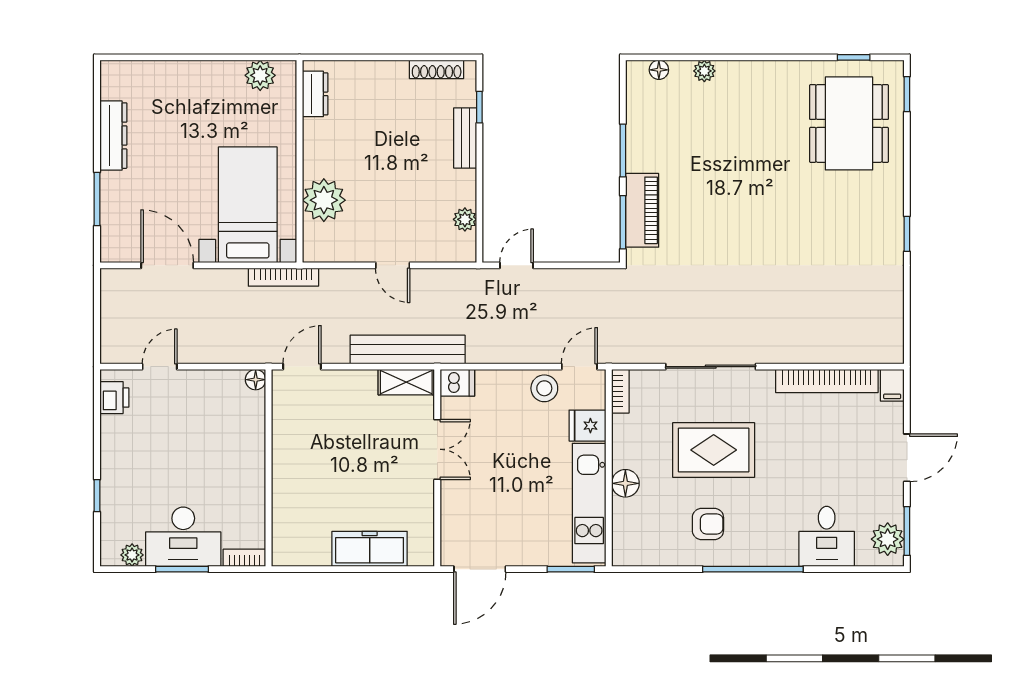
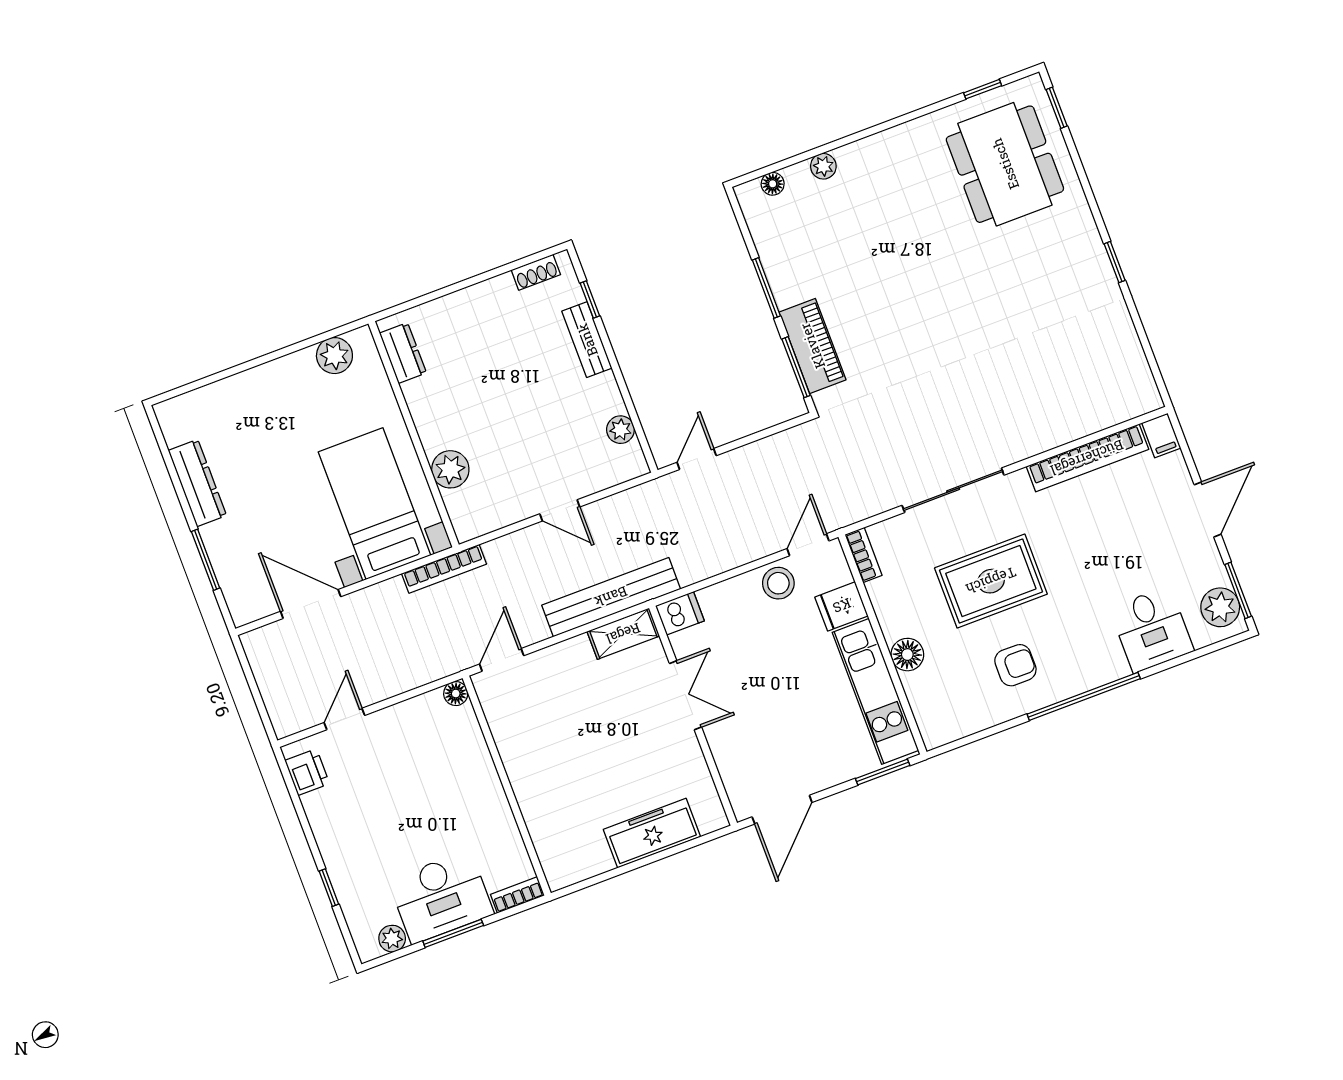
shoe rack: (437, 69) -> (536, 272), width x0.70
plant: (324, 200) -> (450, 469), width x0.73, depth x0.73

